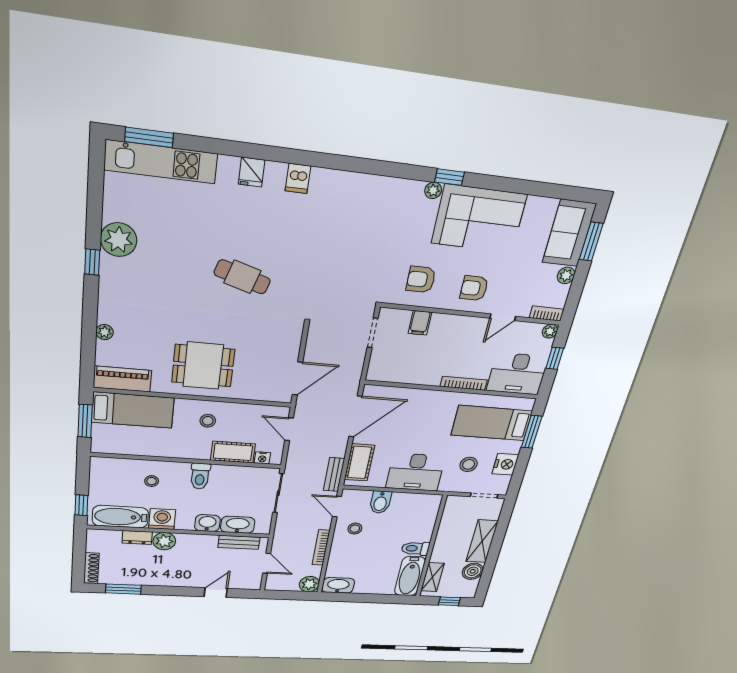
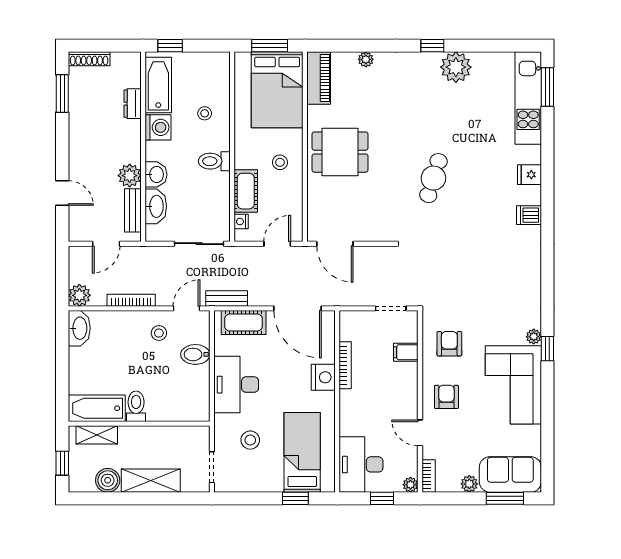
dining table: (203, 366) -> (340, 152), turned 90
bookcase: (464, 383) -> (345, 365), moved
bed: (133, 410) -> (277, 90), width x1.50
window: (532, 432) -> (295, 498), width x0.67
nightstand: (505, 464) -> (323, 377), moved, turned -90
plant: (164, 541) -> (130, 176), moved

